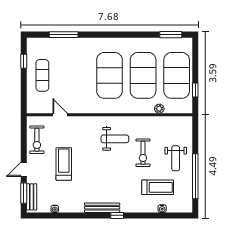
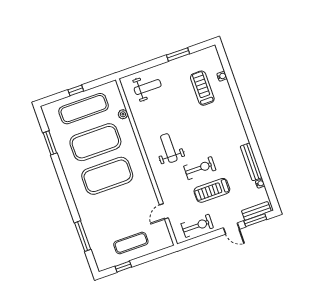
window: (171, 35) -> (50, 143), moved
exercise mat: (177, 75) -> (84, 109), width x0.68
window: (195, 90) -> (76, 90), moved
exercise bike: (143, 153) -> (200, 168), moved
weight bench: (176, 158) -> (148, 87), moved
window: (195, 176) -> (178, 54), width x0.47
bench: (102, 208) -> (251, 162), moved
window: (117, 215) -> (245, 119), removed

